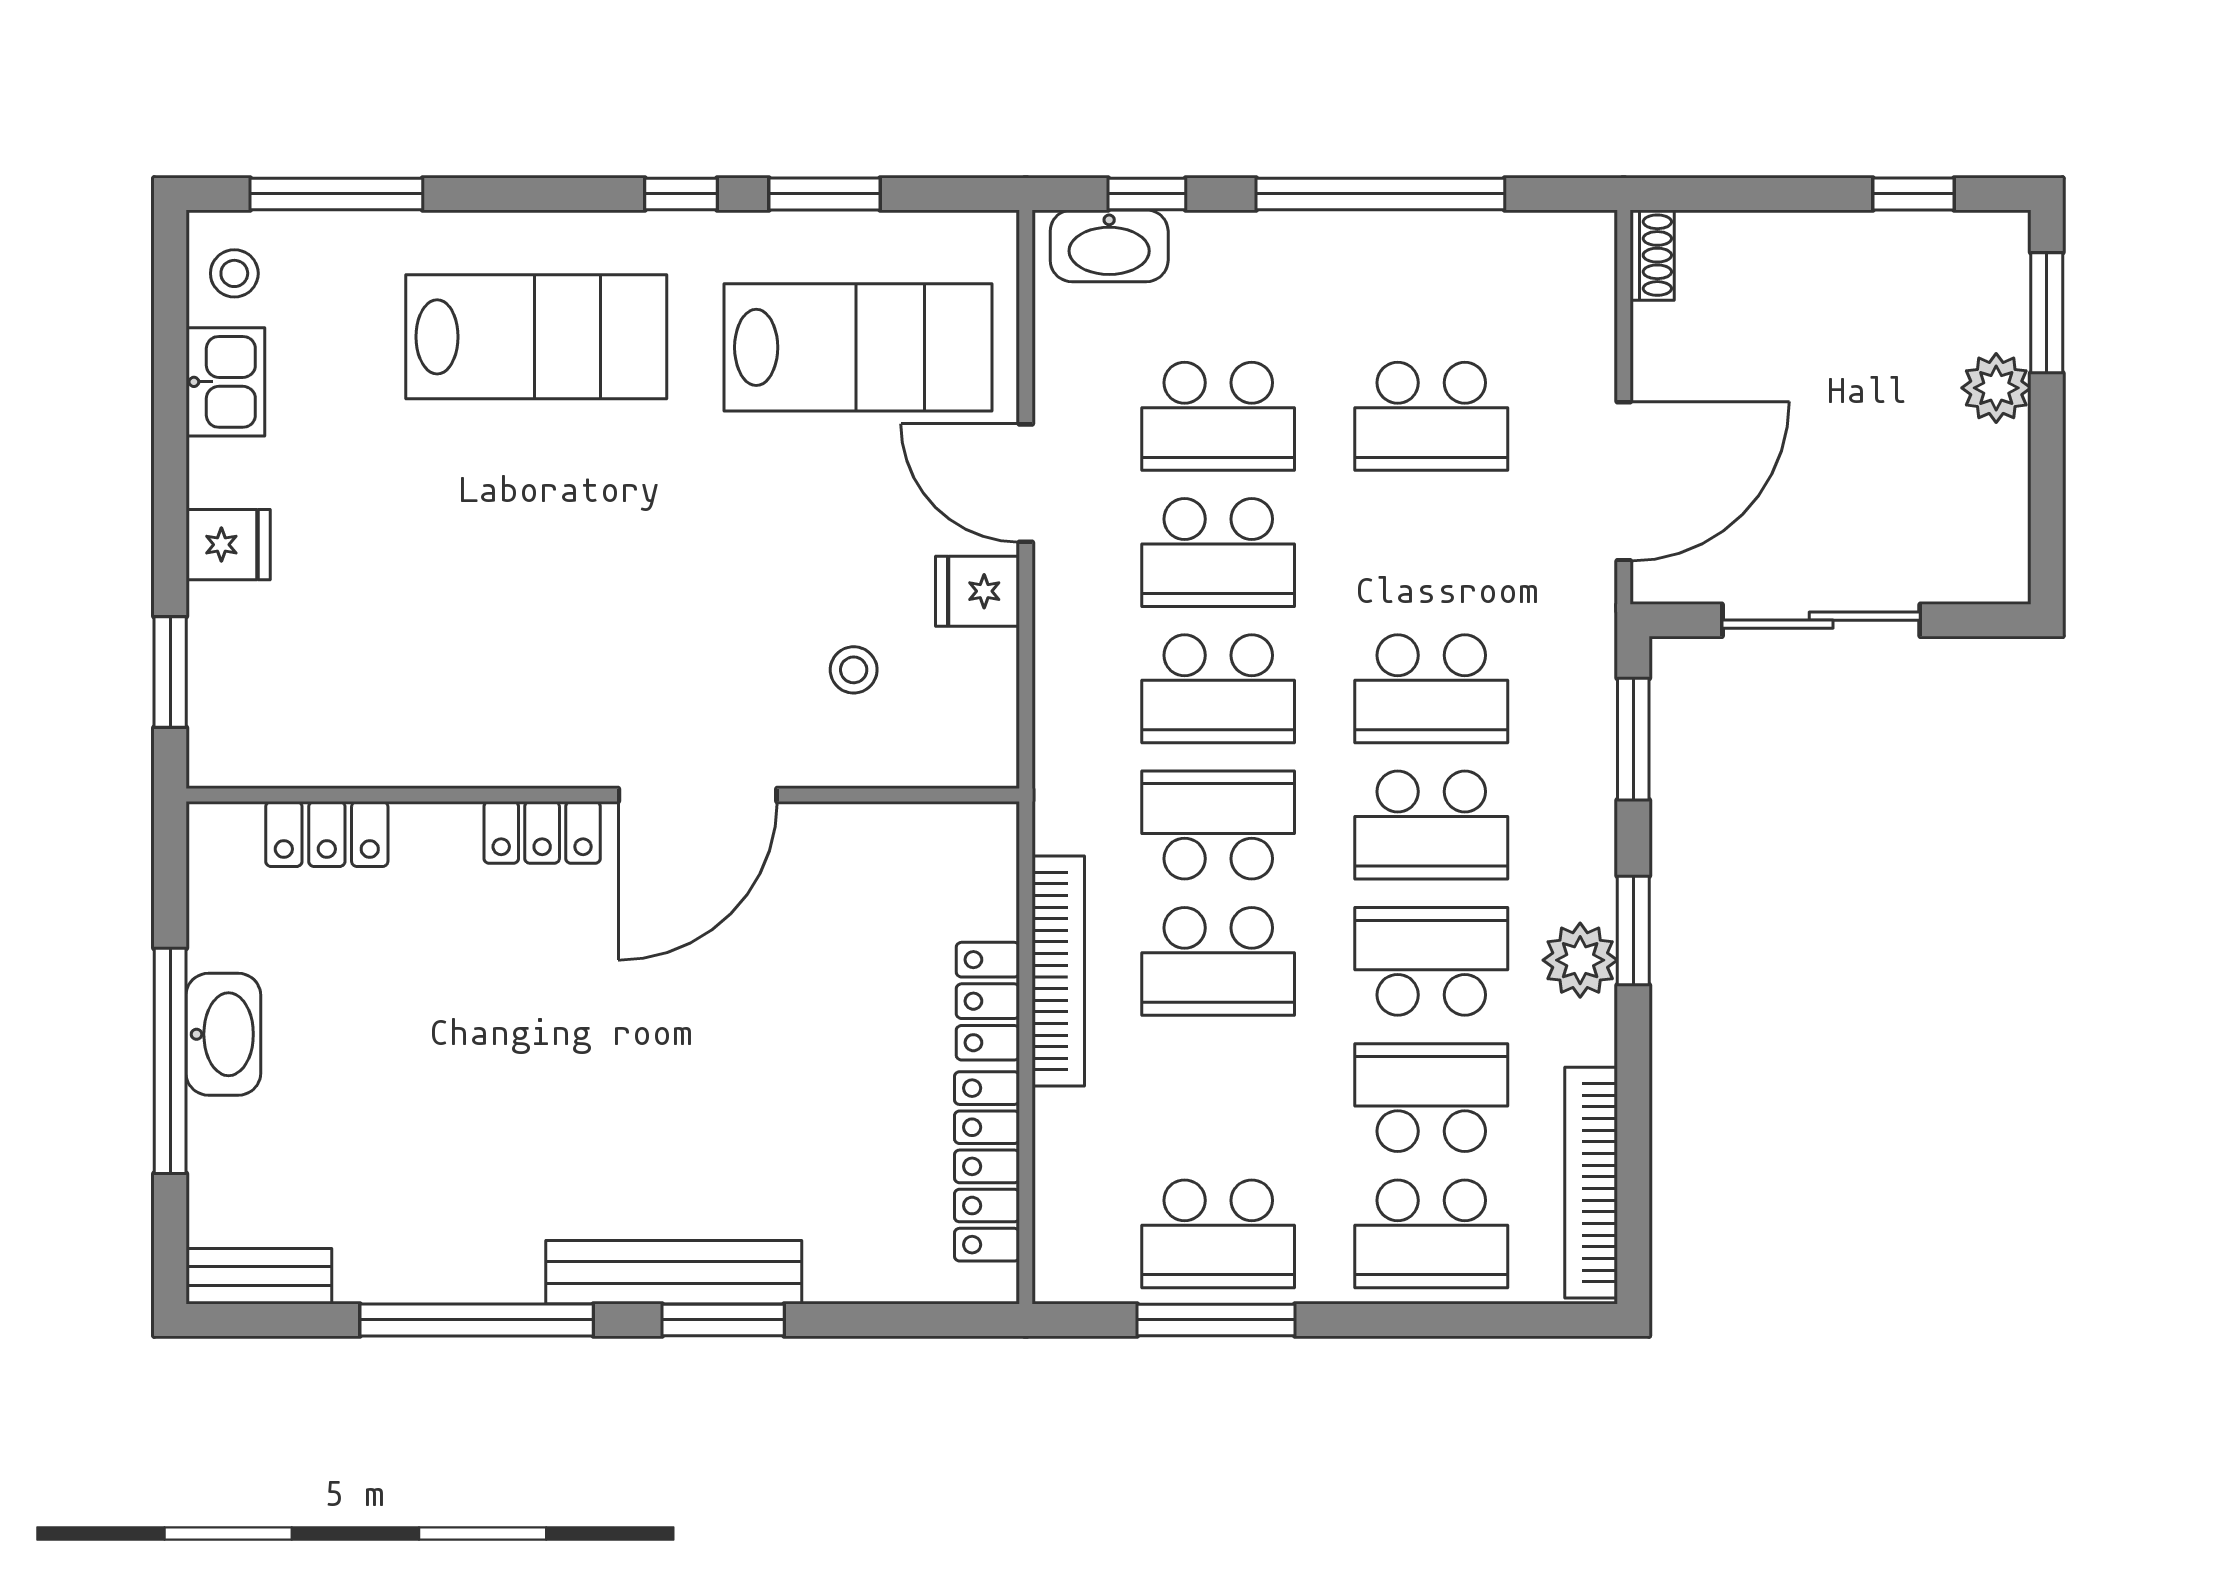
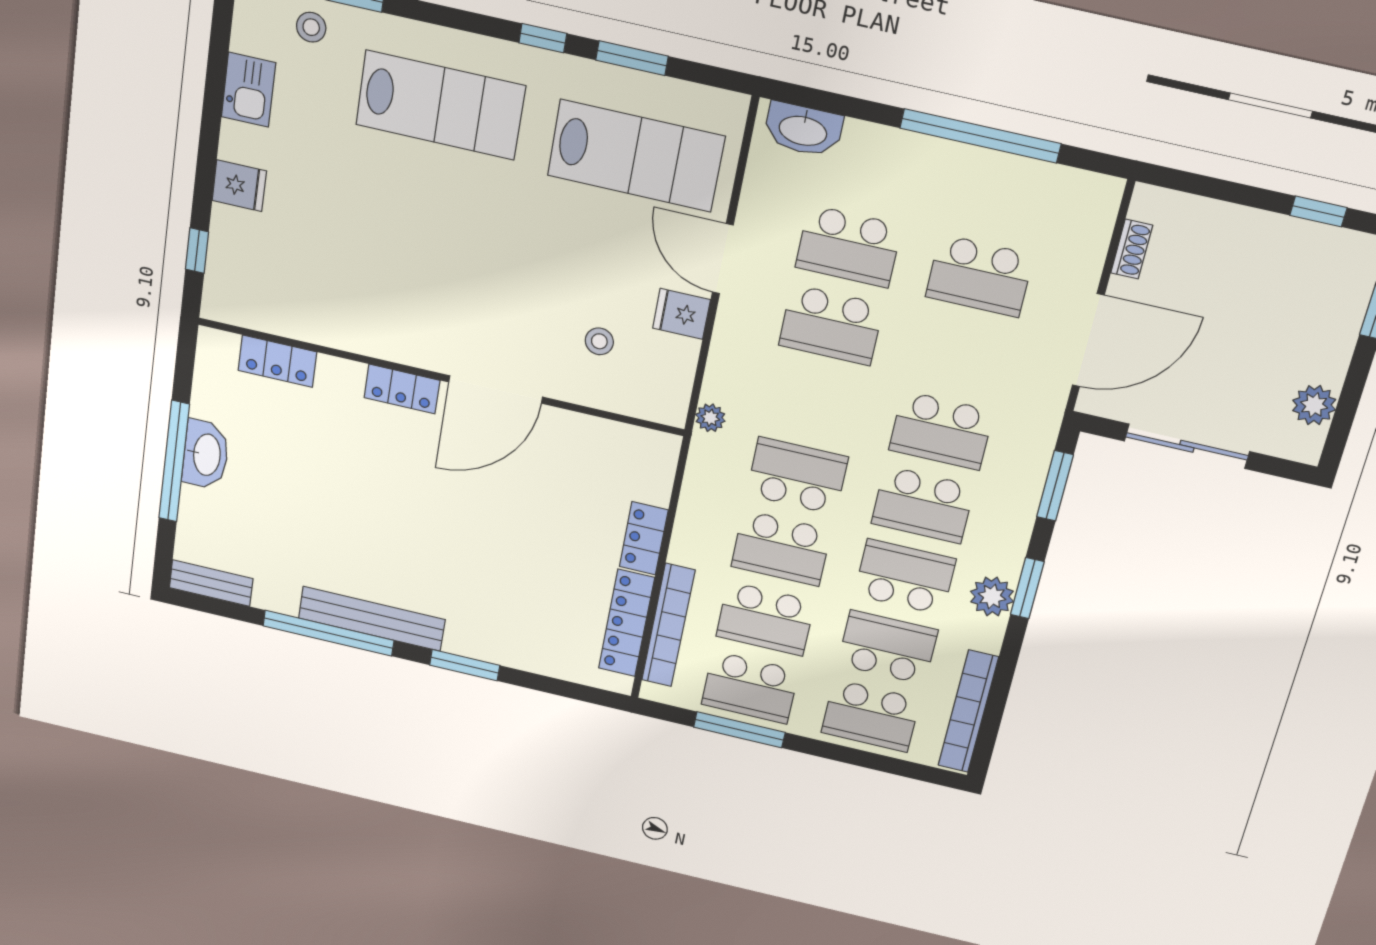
window: (1147, 194) -> (833, 103), removed
shoe rack: (1652, 255) -> (1132, 249), moved
stool: (234, 273) -> (311, 27), moved
plant: (1996, 388) -> (1314, 405), moved
window: (170, 672) -> (197, 251), width x0.67
school desk: (1218, 689) -> (765, 619), moved
plant: (1057, 758) -> (710, 418), added
bookcase: (1058, 971) -> (668, 625), moved
bench: (674, 1272) -> (372, 619), moved

